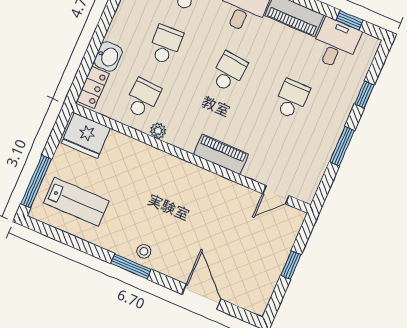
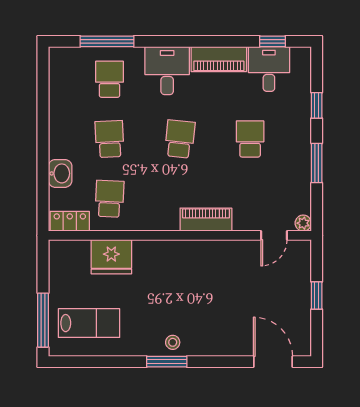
locker: (93, 87) -> (70, 221), moved, turned -90
plant: (158, 131) -> (303, 223), moved
fridge: (86, 136) -> (111, 257), moved
door: (201, 297) -> (273, 362), moved

